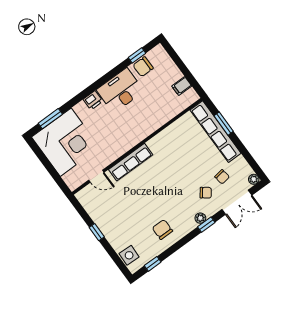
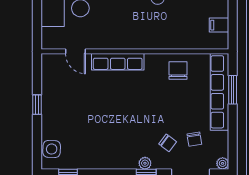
chair: (162, 229) -> (178, 70), moved

